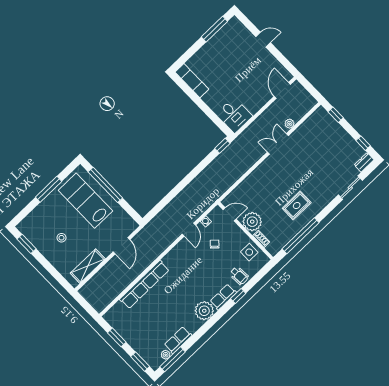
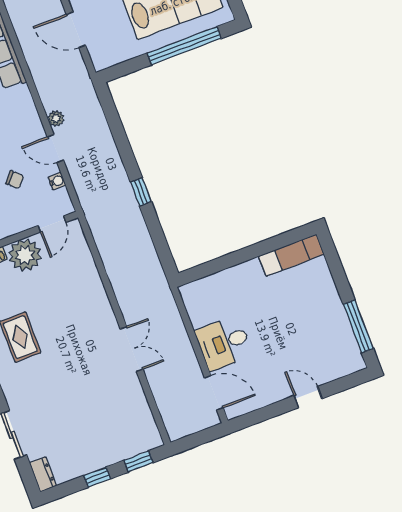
door: (263, 40) -> (308, 397), swing flipped
desk: (234, 115) -> (224, 343), moved
plant: (289, 124) -> (56, 118), moved
window: (363, 143) -> (97, 477), moved
window: (222, 146) -> (141, 192), moved

